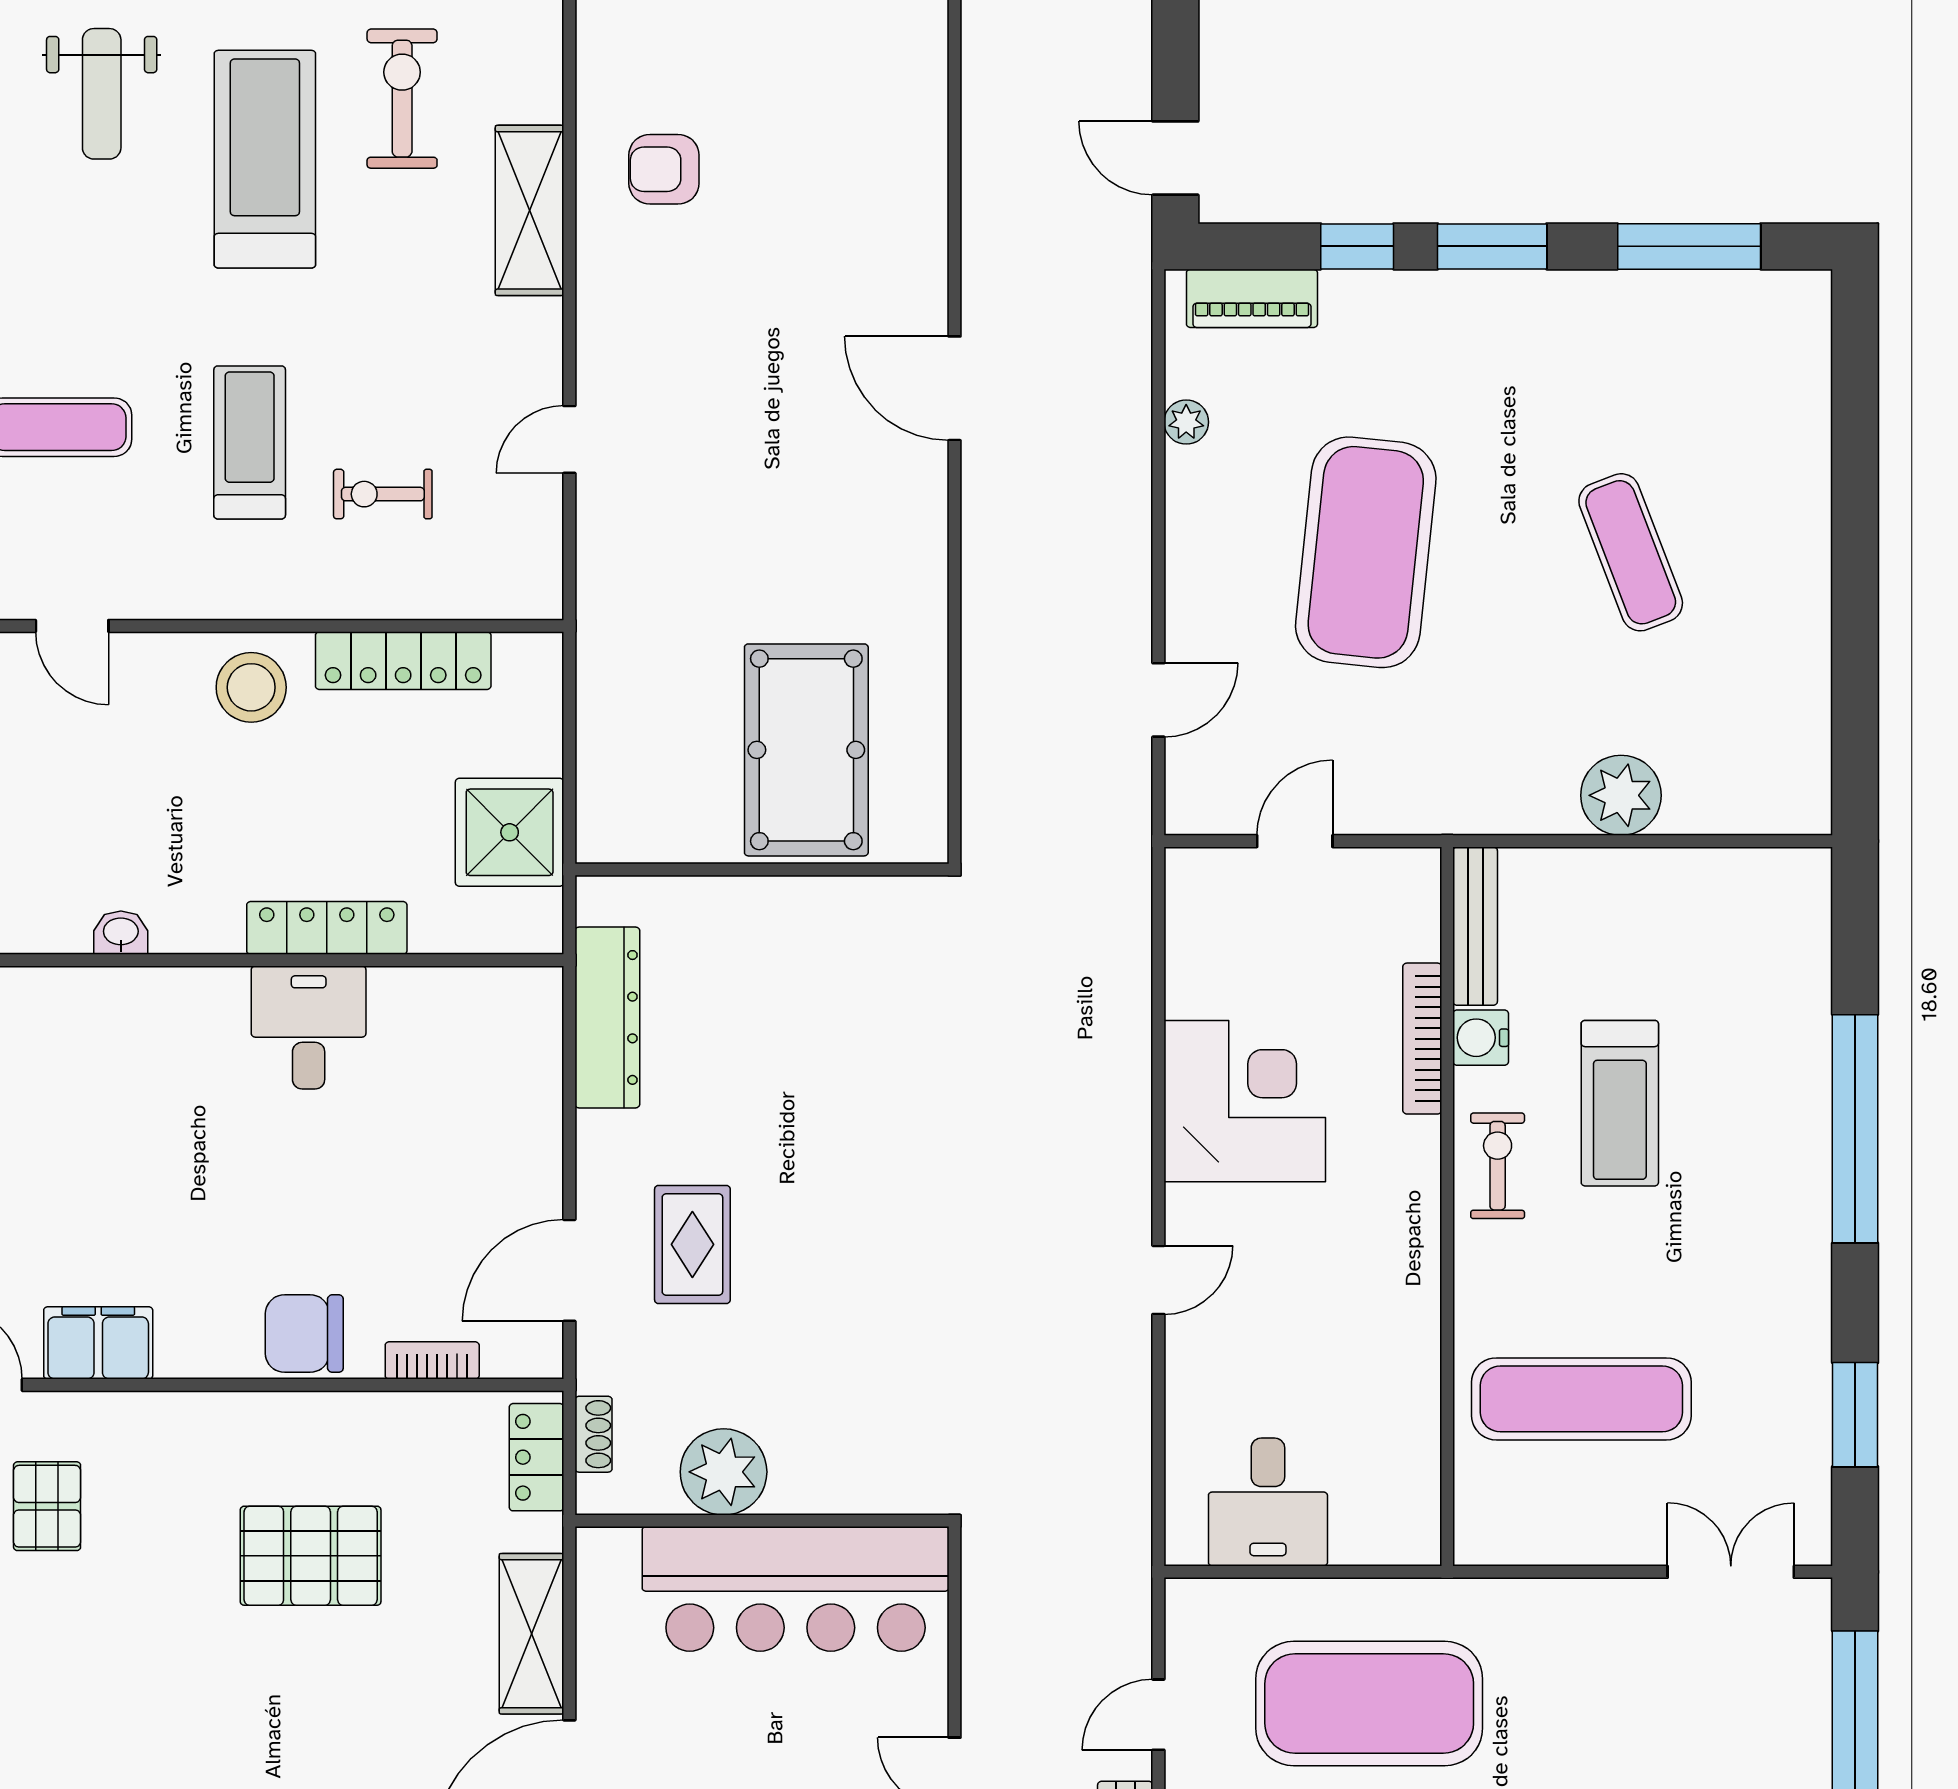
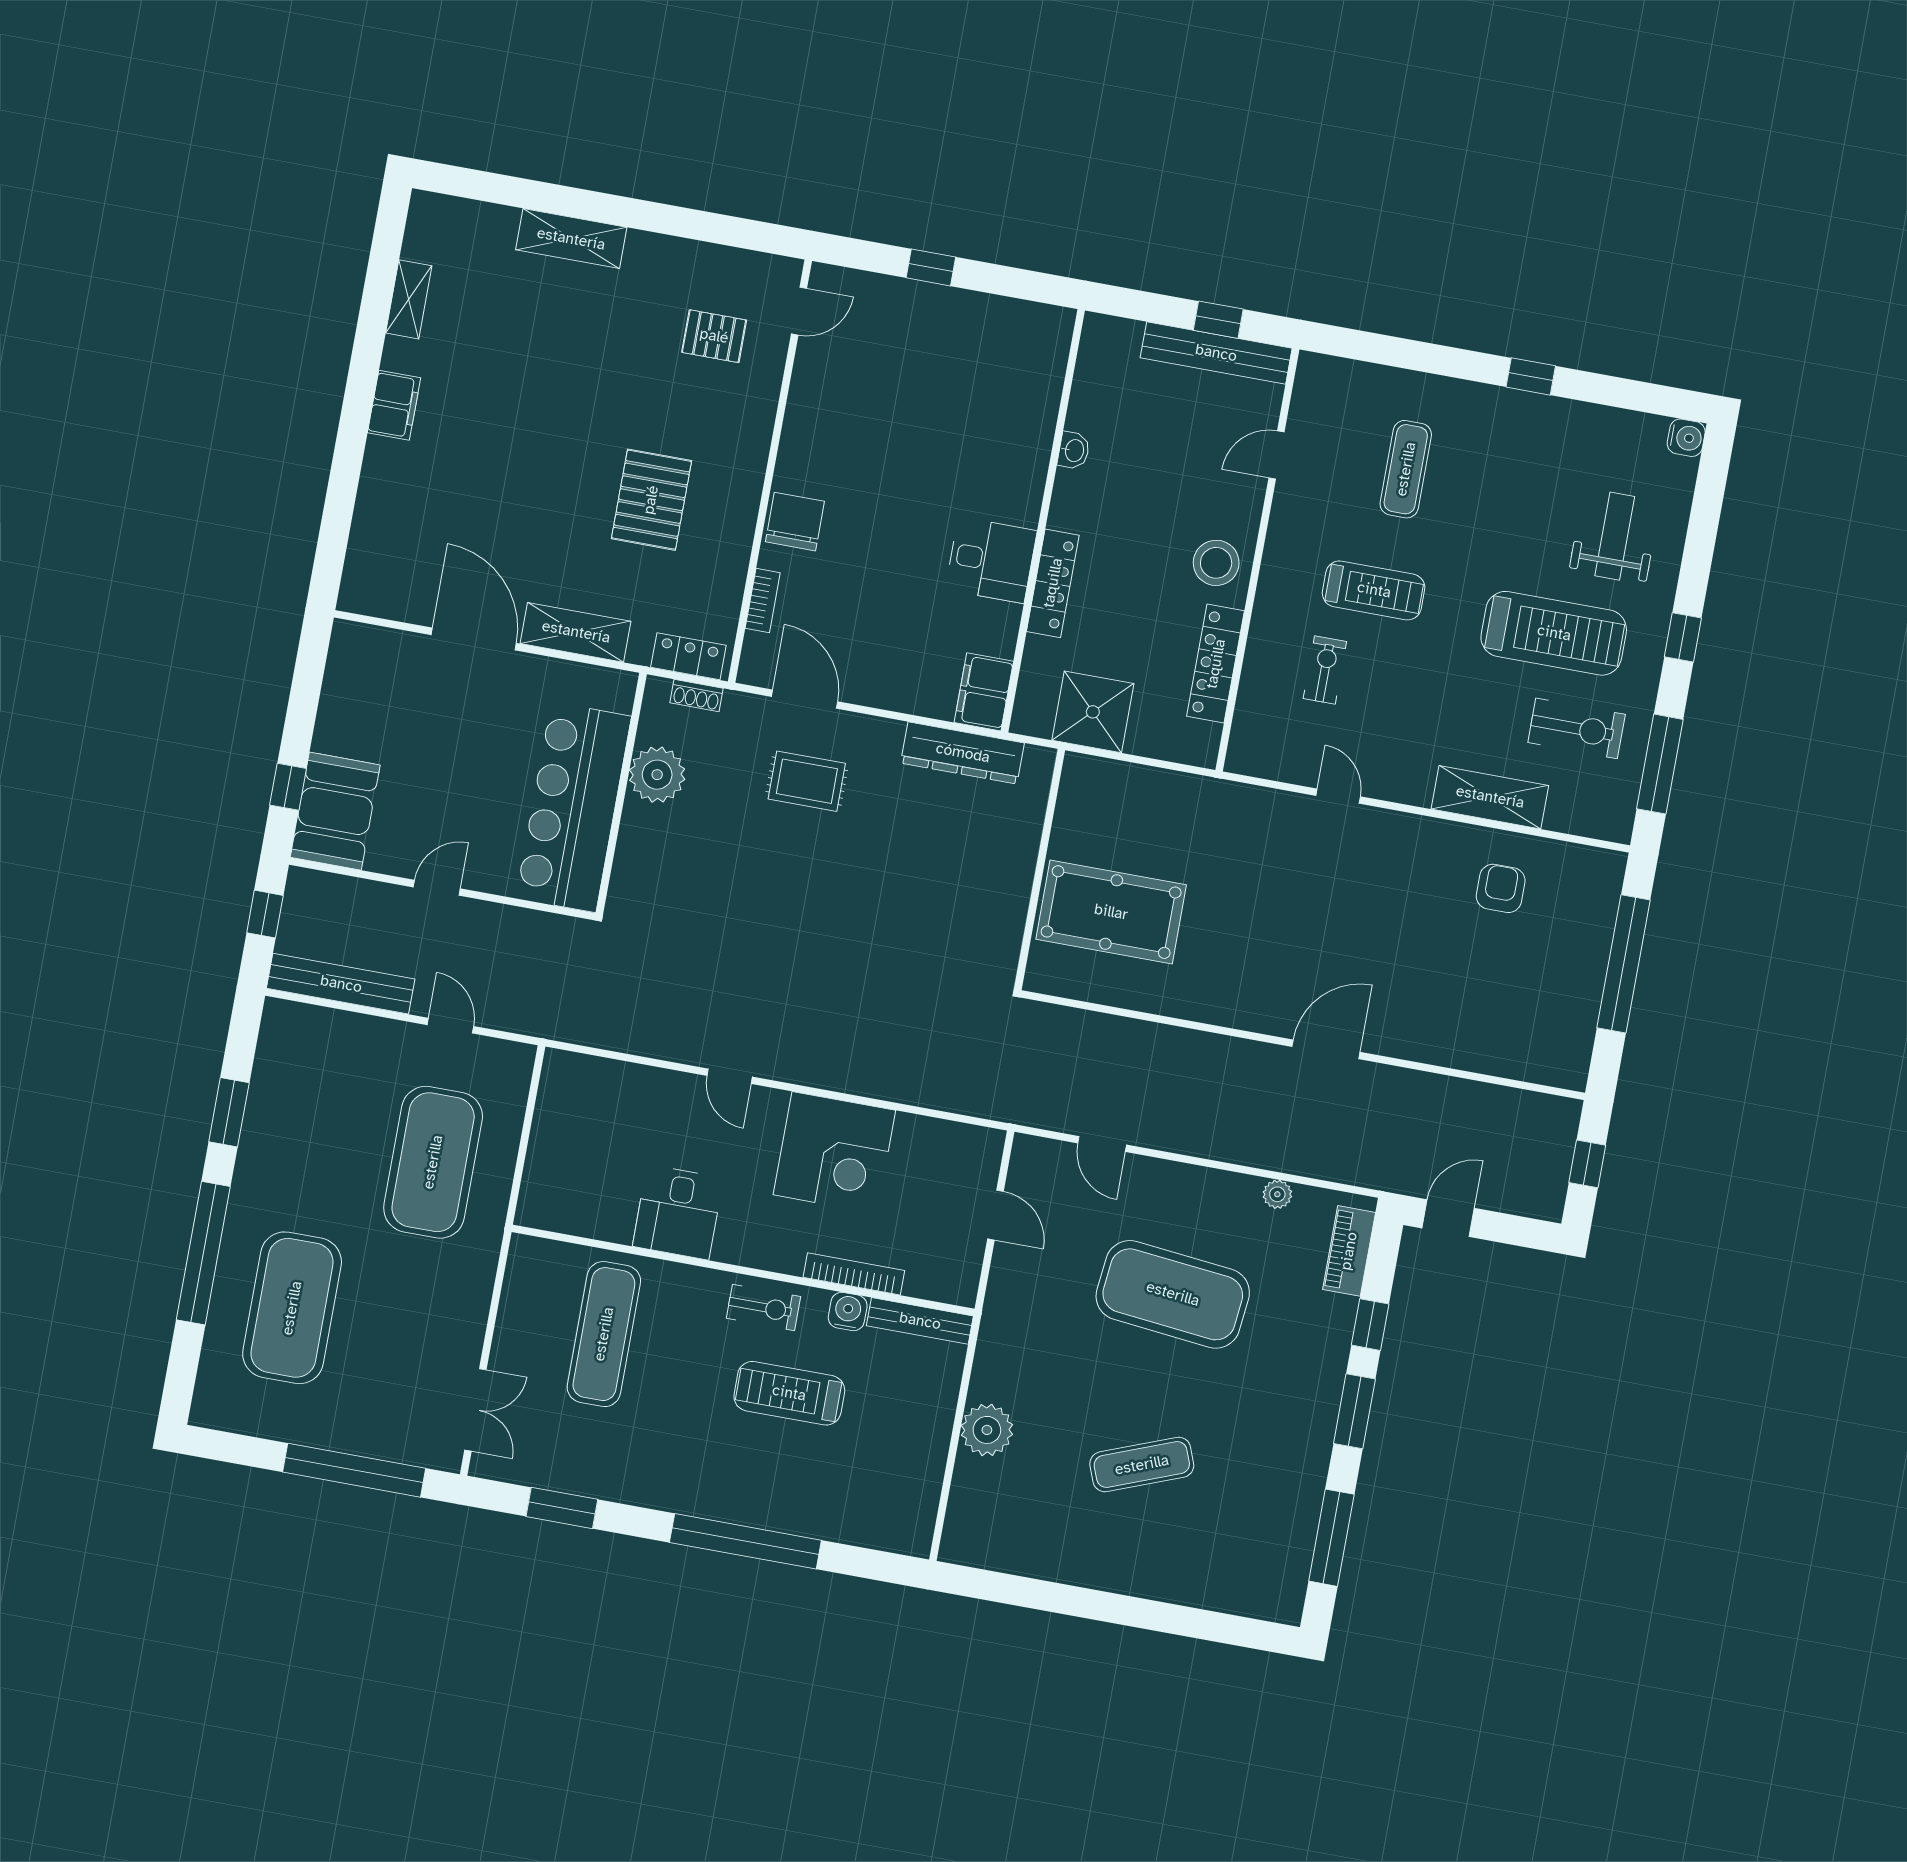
weight bench: (102, 94) -> (1615, 536), turned 90
filing cabinet: (98, 1343) -> (984, 692), moved, turned 180
desk: (1268, 1502) -> (678, 1212), moved, turned -90

